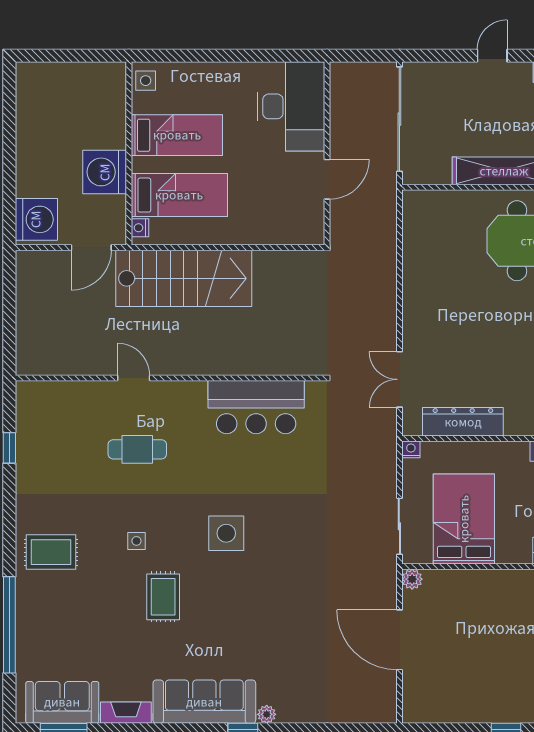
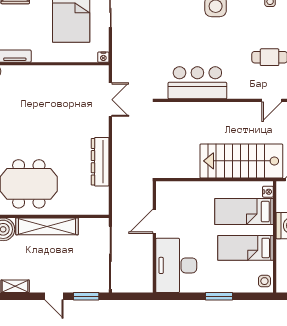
window: (220, 56) -> (219, 296), added
window: (439, 56) -> (86, 296), added
door: (492, 56) -> (54, 296), hinge flipped
door: (134, 378) -> (272, 100), hinge flipped
dresser: (463, 422) -> (100, 162), moved, turned 90

